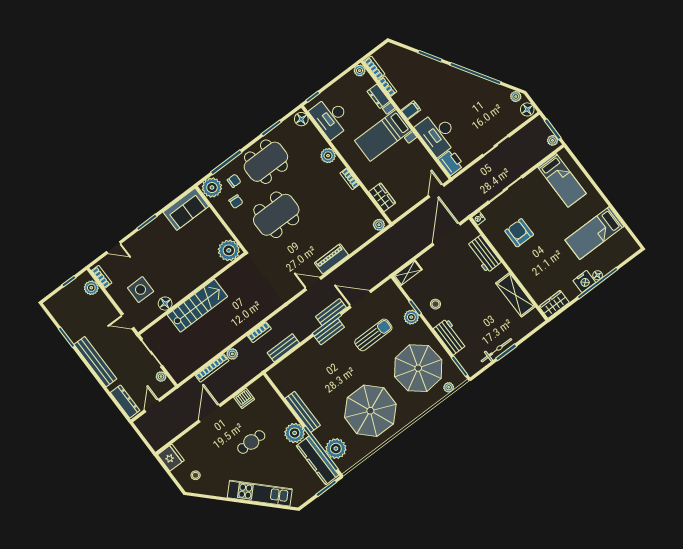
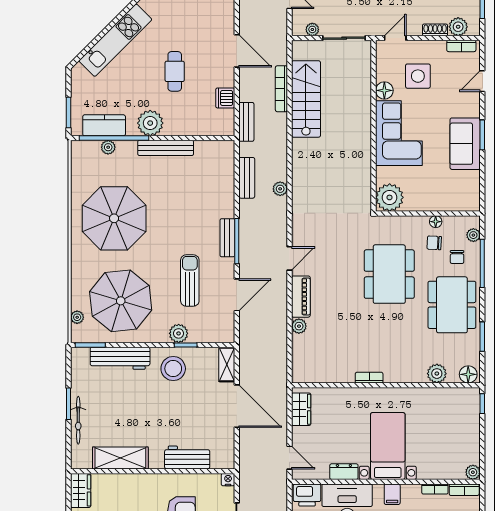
dresser: (378, 96) -> (344, 472), moved
desk: (331, 117) -> (447, 406), removed
plant: (328, 156) -> (437, 374), moved
plant: (212, 187) -> (473, 235), width x0.53, depth x0.53
wardrobe: (382, 197) -> (301, 409), moved, turned -90
sofa: (186, 209) -> (465, 144), moved
floor lamp: (222, 211) -> (436, 222), added
plant: (379, 225) -> (299, 326), moved
door: (446, 234) -> (237, 406), moved
corner sofa: (185, 275) -> (399, 133), added
shoe rack: (104, 301) -> (435, 30), added
stool: (435, 304) -> (173, 369), width x1.89, depth x1.89
stairs: (197, 306) -> (306, 99), moved, turned 180
bench: (331, 312) -> (246, 122), moved
bookcase: (259, 332) -> (281, 165), removed
sun lounger: (373, 335) -> (190, 280), turned 180
workbench: (450, 337) -> (120, 358), width x1.38
bicycle: (496, 350) -> (78, 420), moved
plant: (232, 354) -> (280, 189), moved
plant: (336, 449) -> (108, 147), width x0.53, depth x0.53
kitchen counter: (318, 460) -> (104, 125), width x0.67

